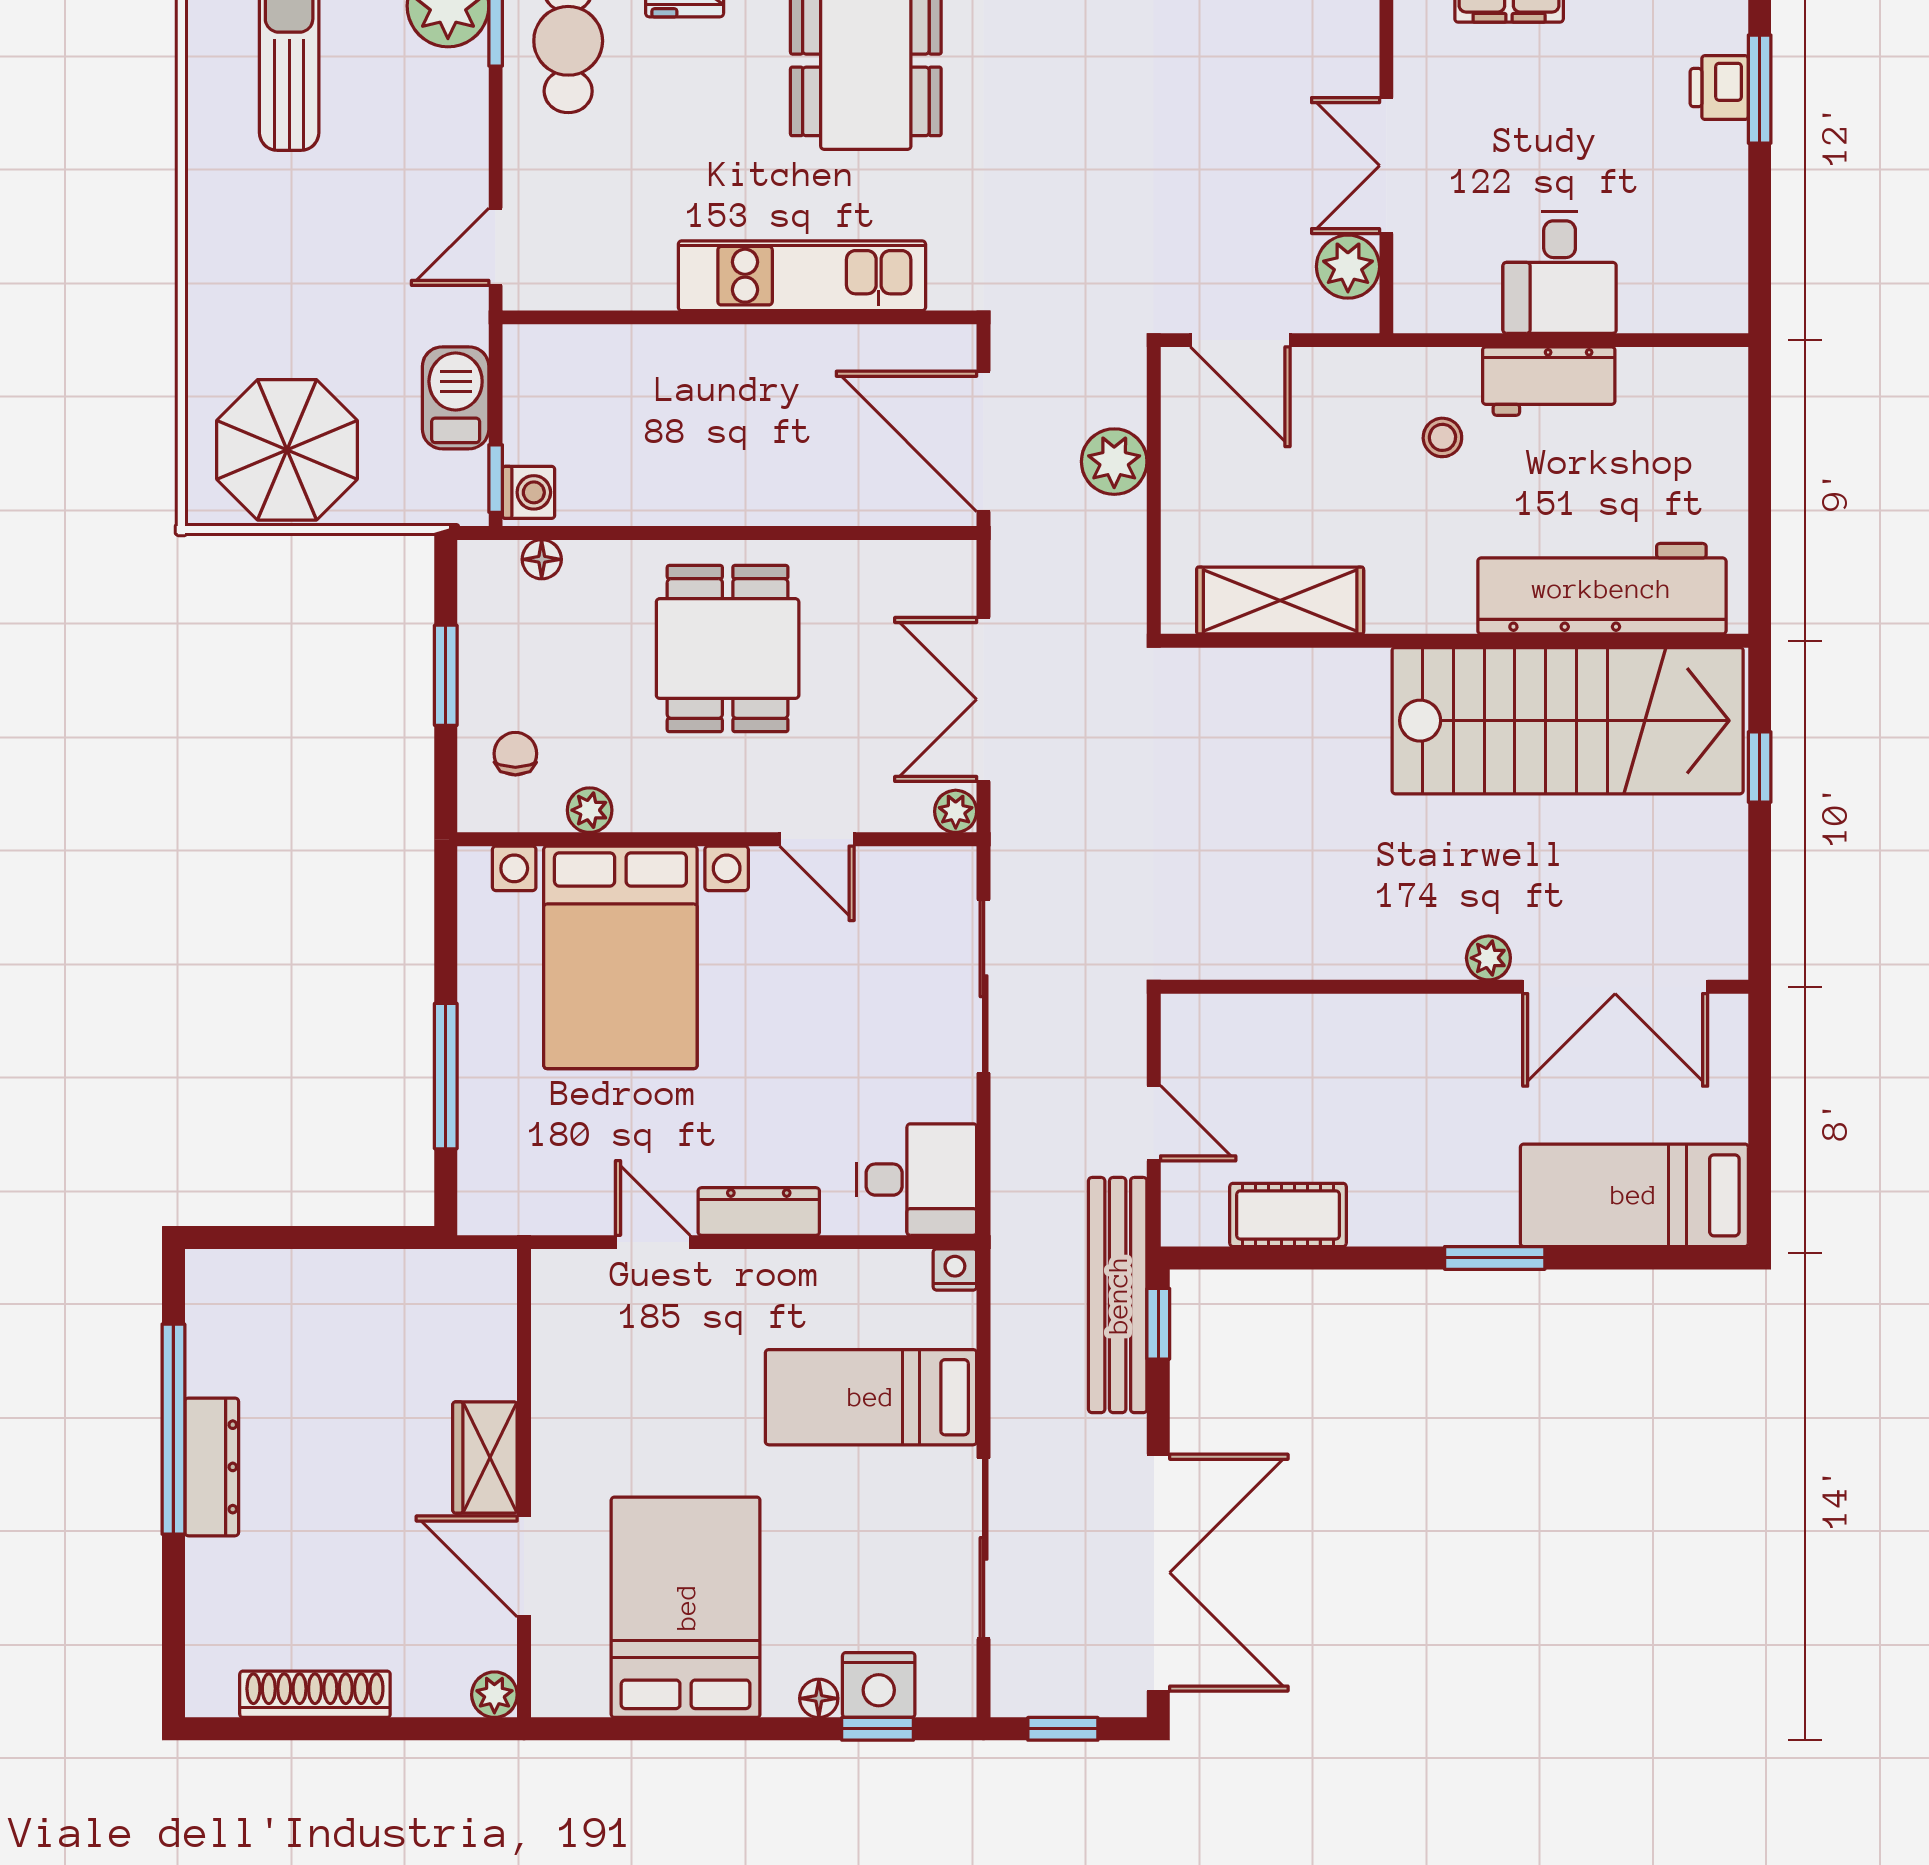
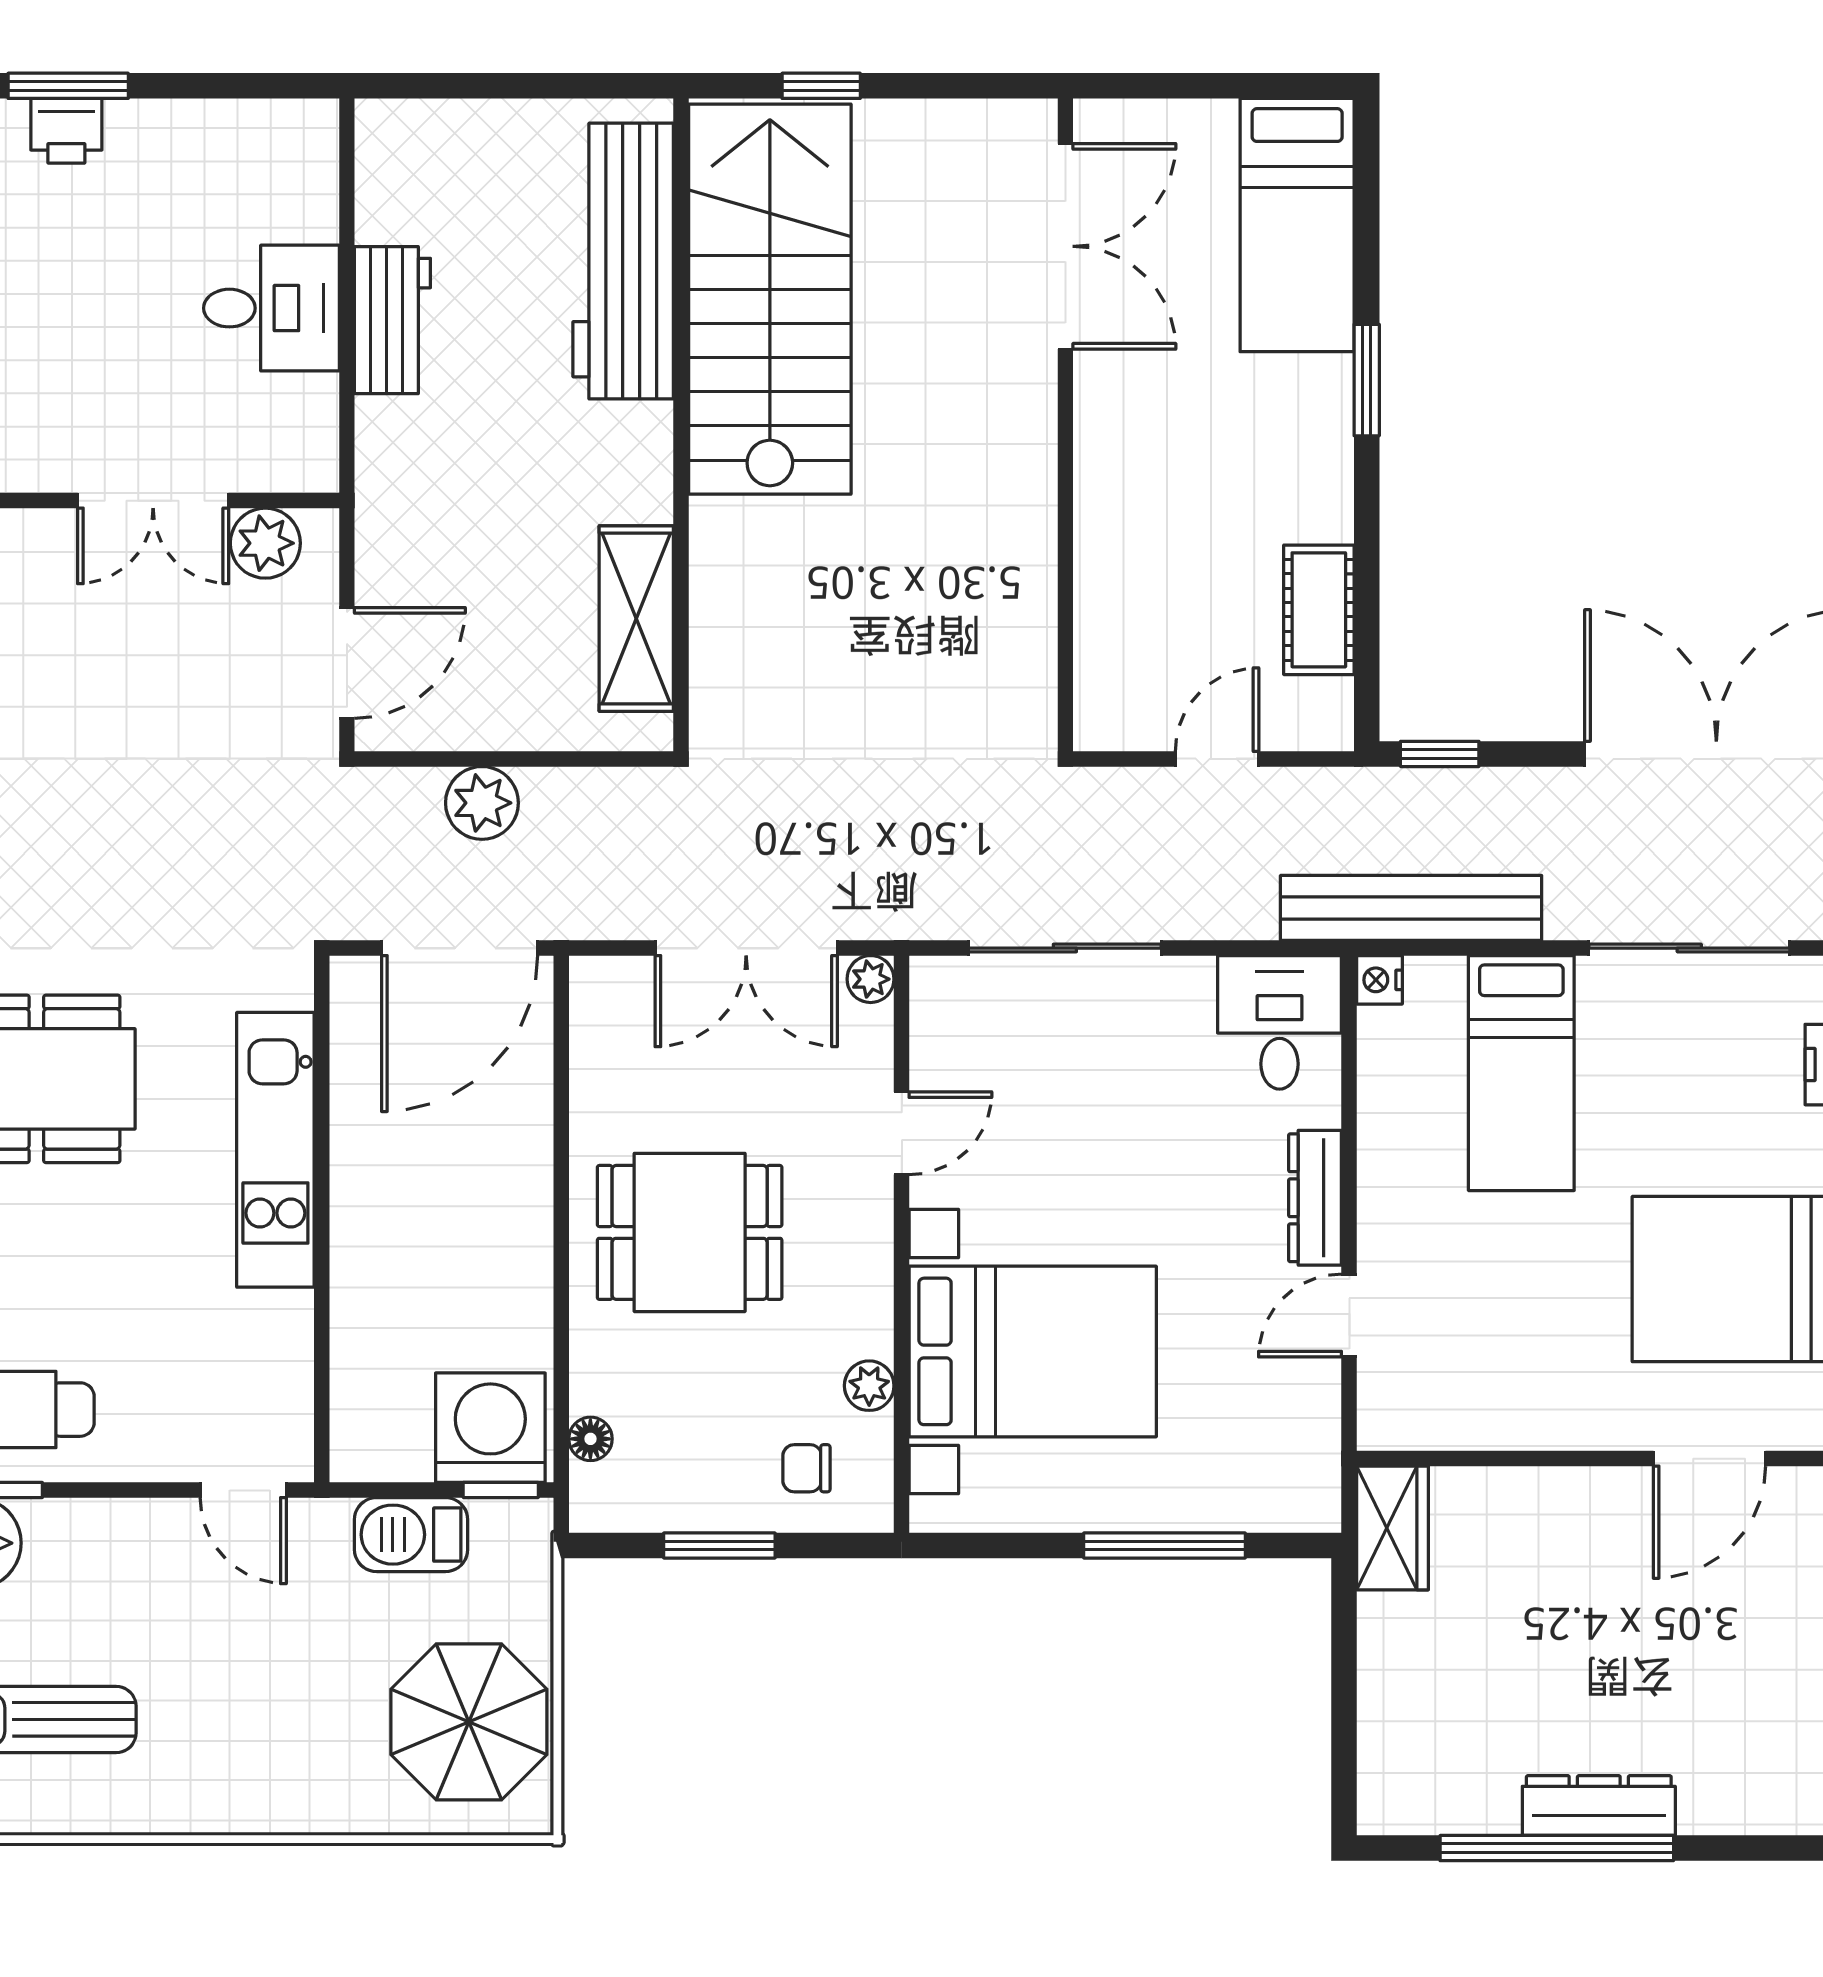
stool: (1442, 437) -> (455, 438), removed
washing machine: (529, 492) -> (490, 1428), width x1.89, depth x1.89
plant: (1488, 958) -> (1033, 387), removed
bench: (1118, 1295) -> (1411, 908), moved
wardrobe: (485, 1457) -> (1392, 1528), moved, turned -90

